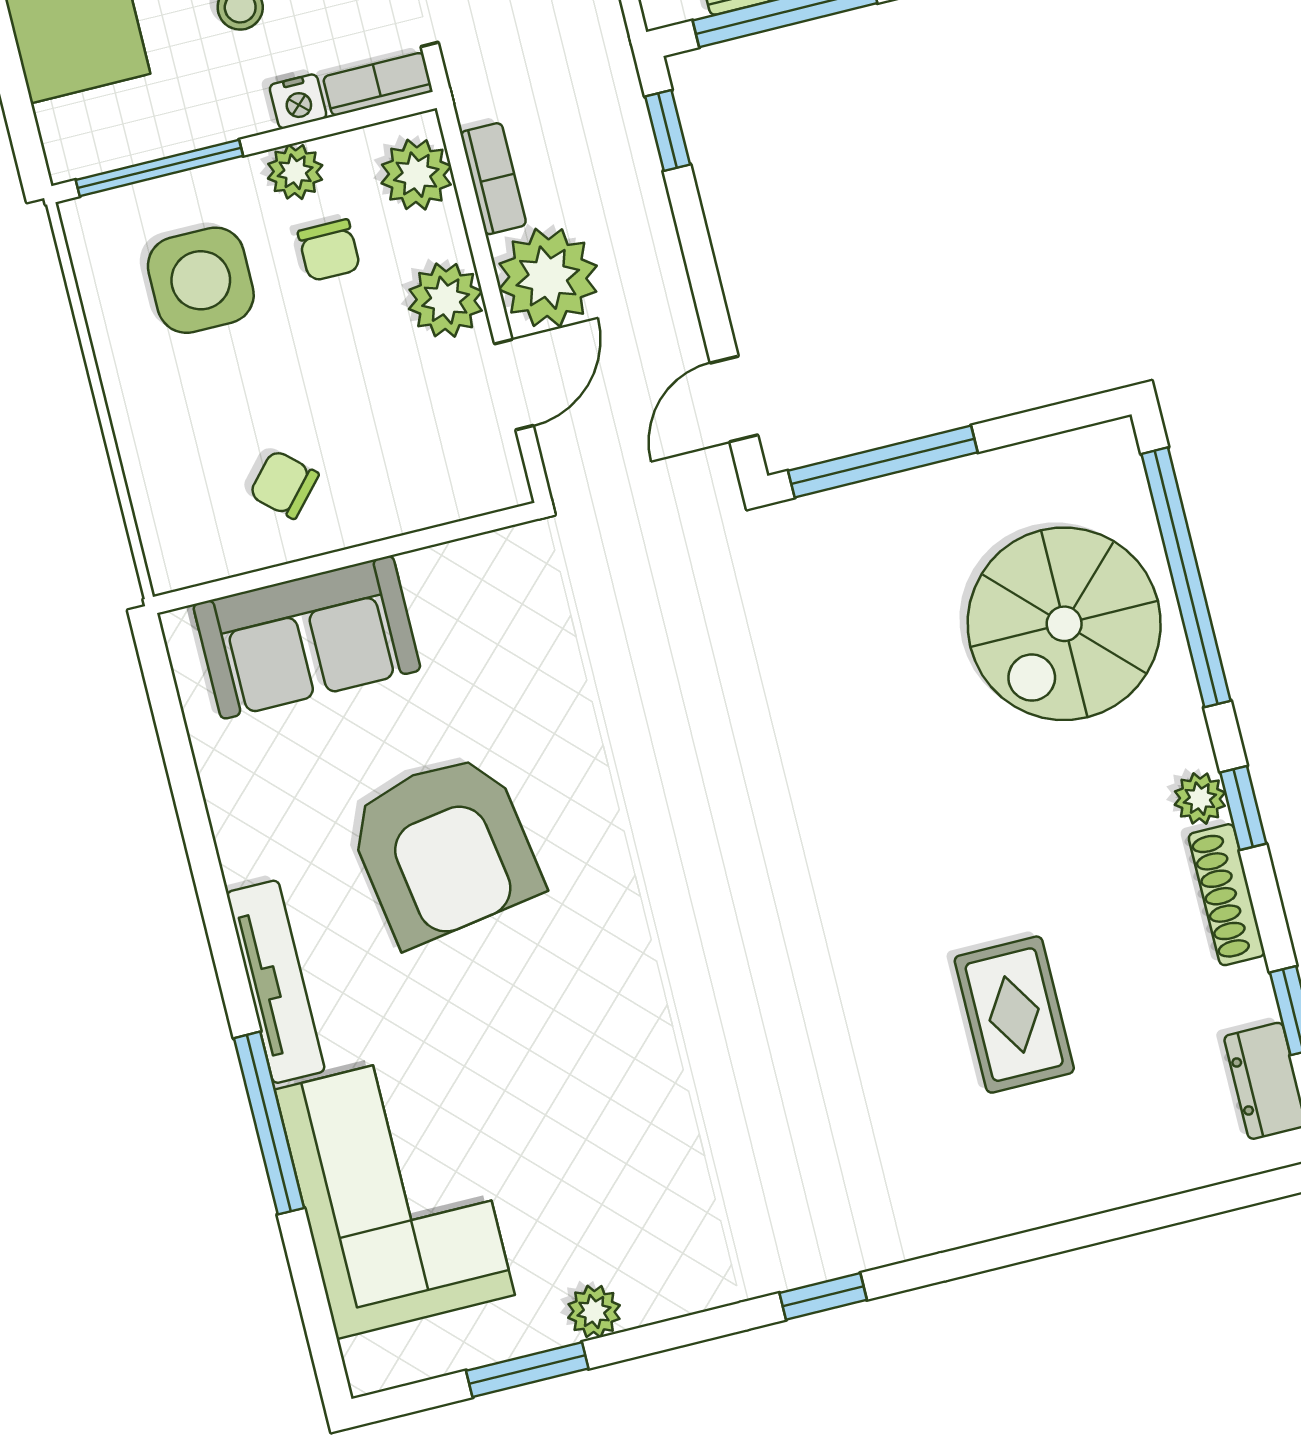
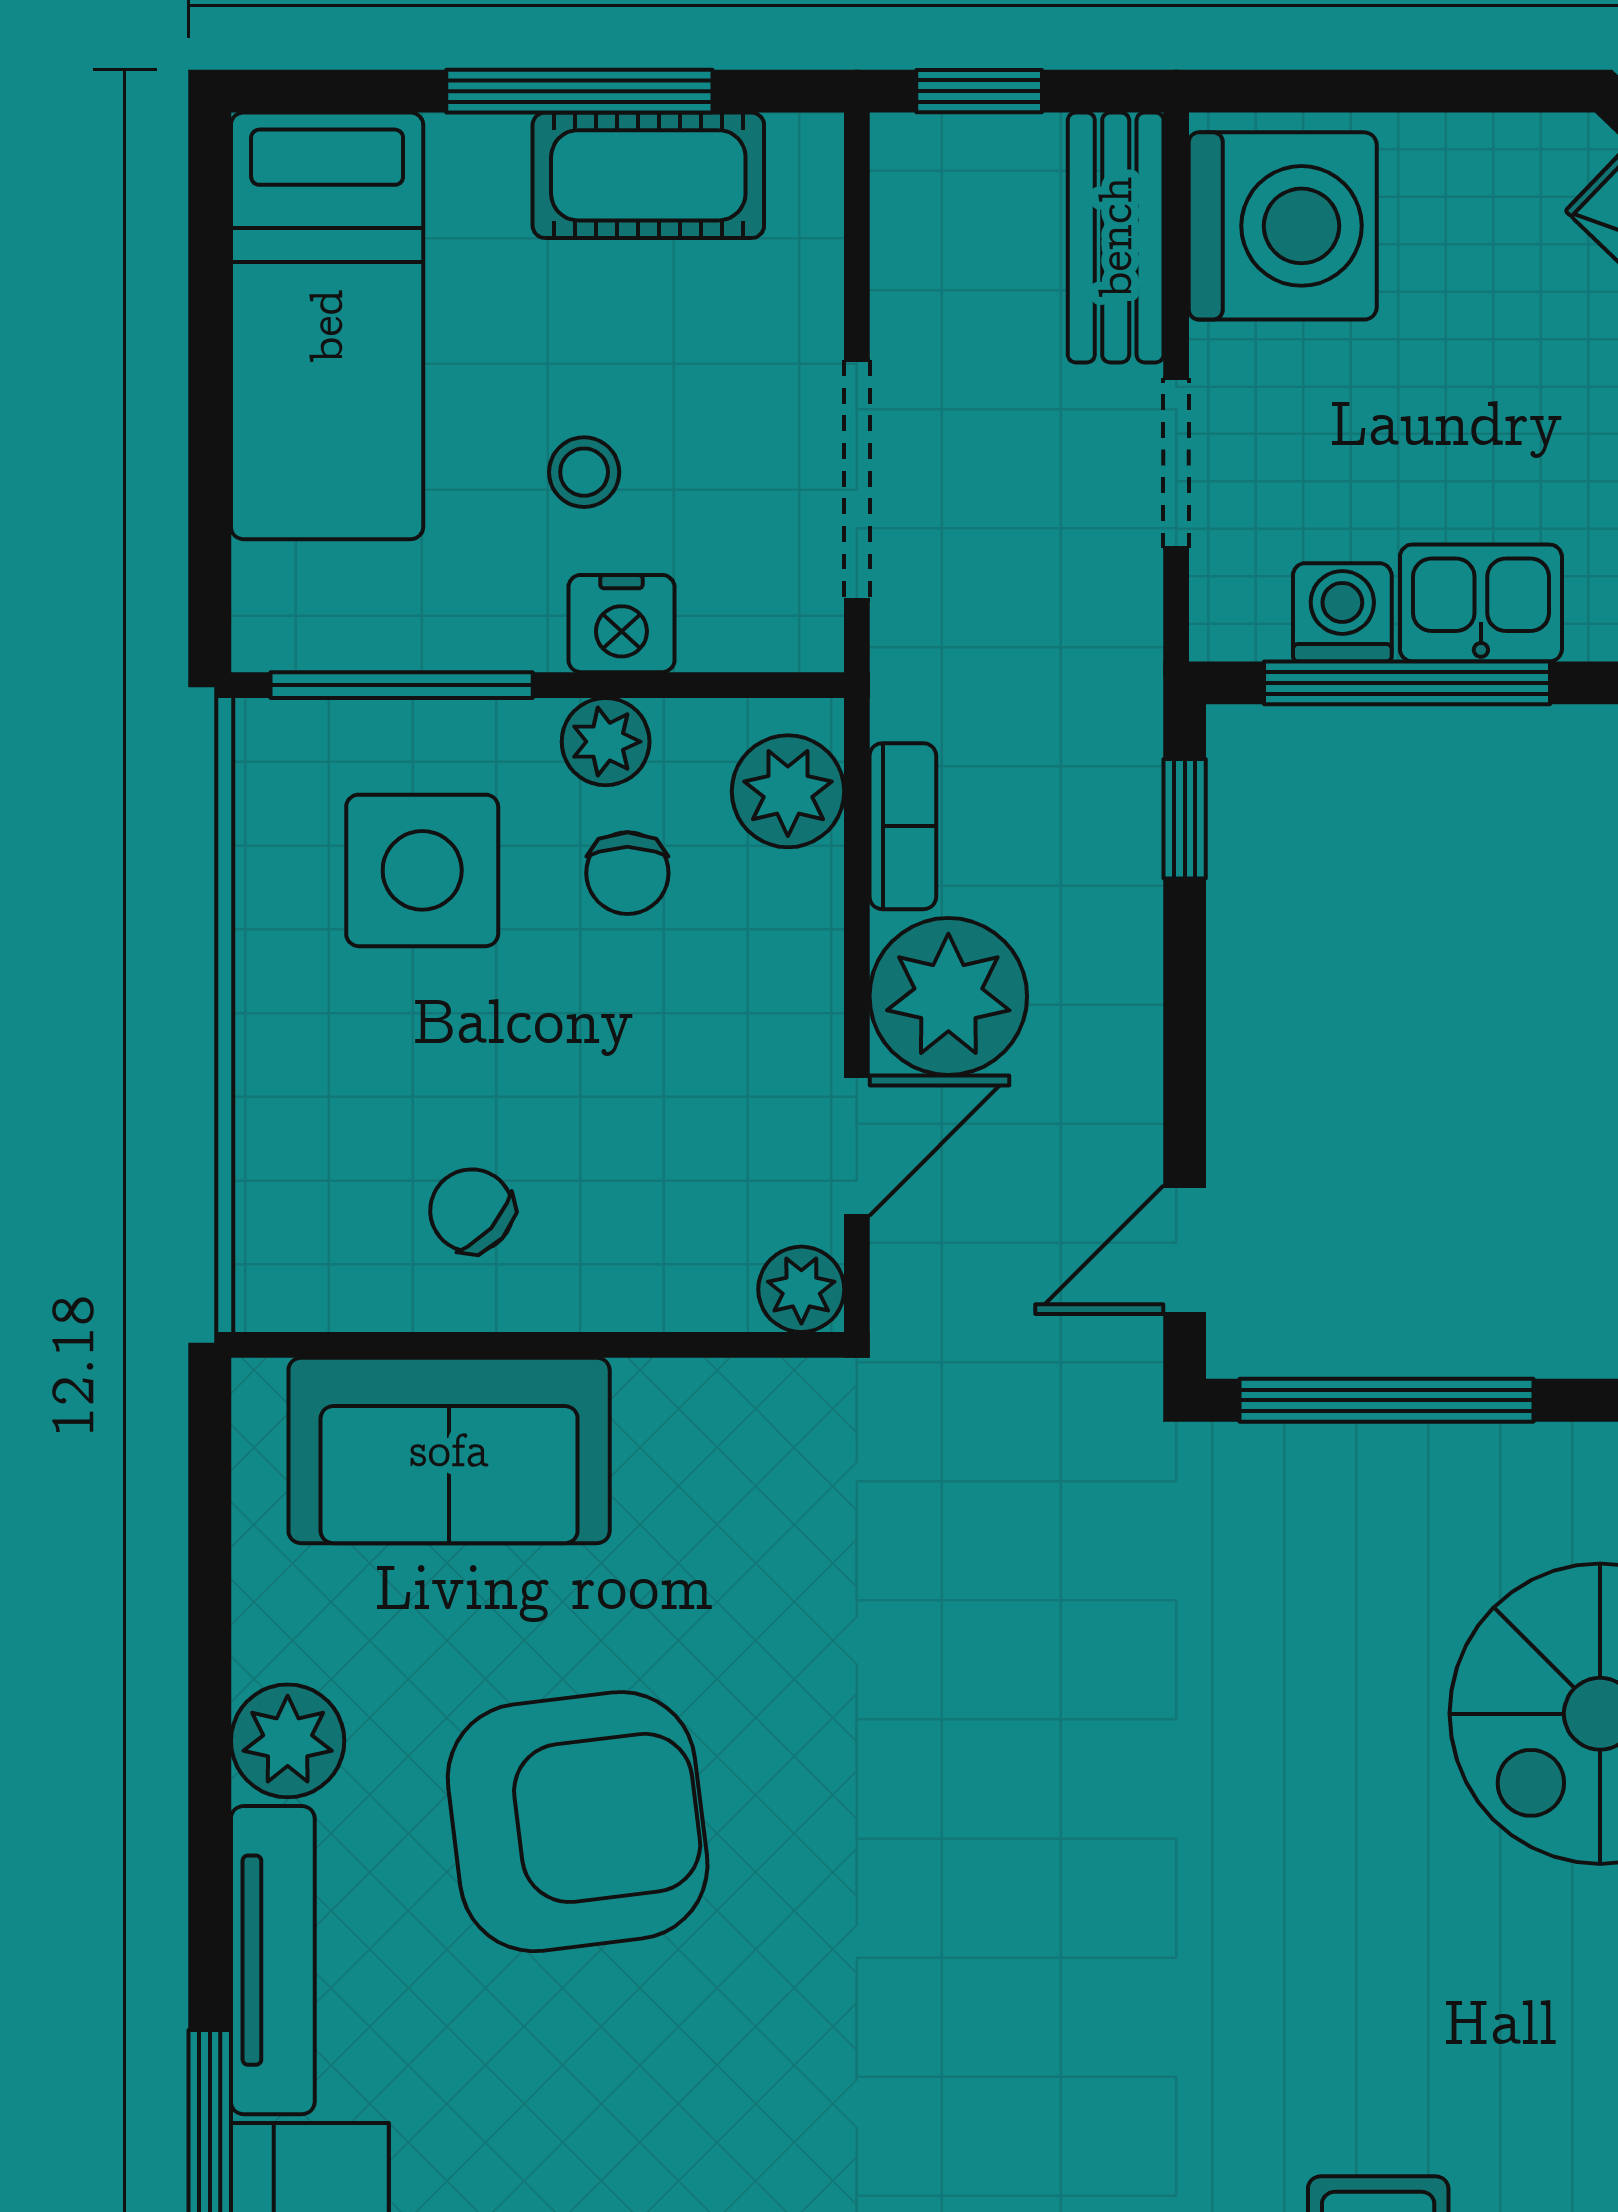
bookcase: (378, 84) -> (764, 640), removed
nightstand: (298, 101) -> (621, 624), width x1.39, depth x1.35
plant: (446, 300) -> (801, 1289), moved, width x0.73, depth x0.73
plant: (251, 843) -> (288, 1741), added
armchair: (444, 849) -> (578, 1822), turned -88

